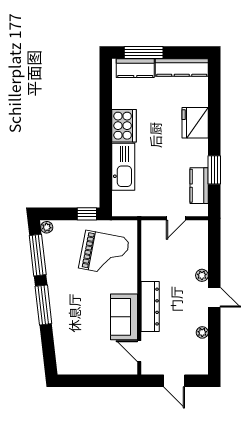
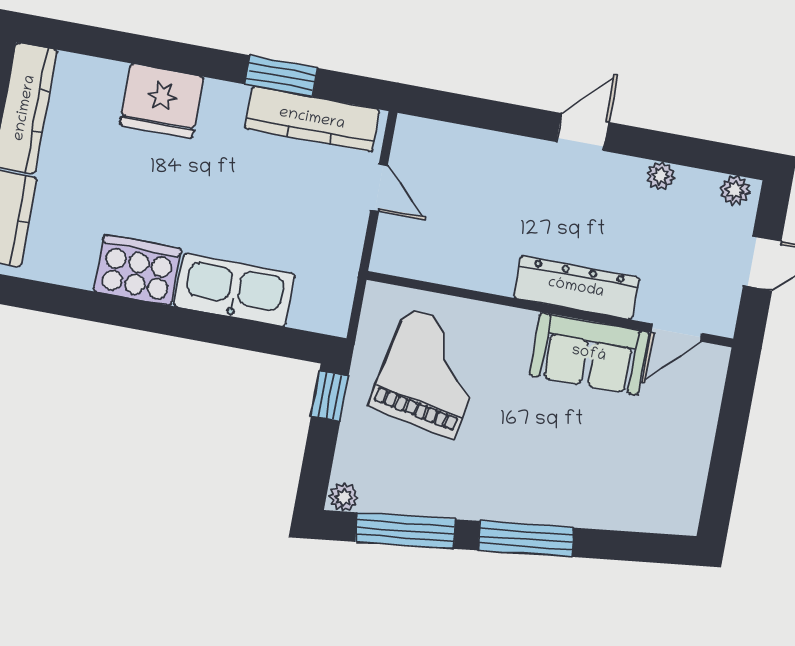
kitchen counter: (199, 186) -> (312, 119), width x1.50
plant: (202, 275) -> (735, 190), moved

